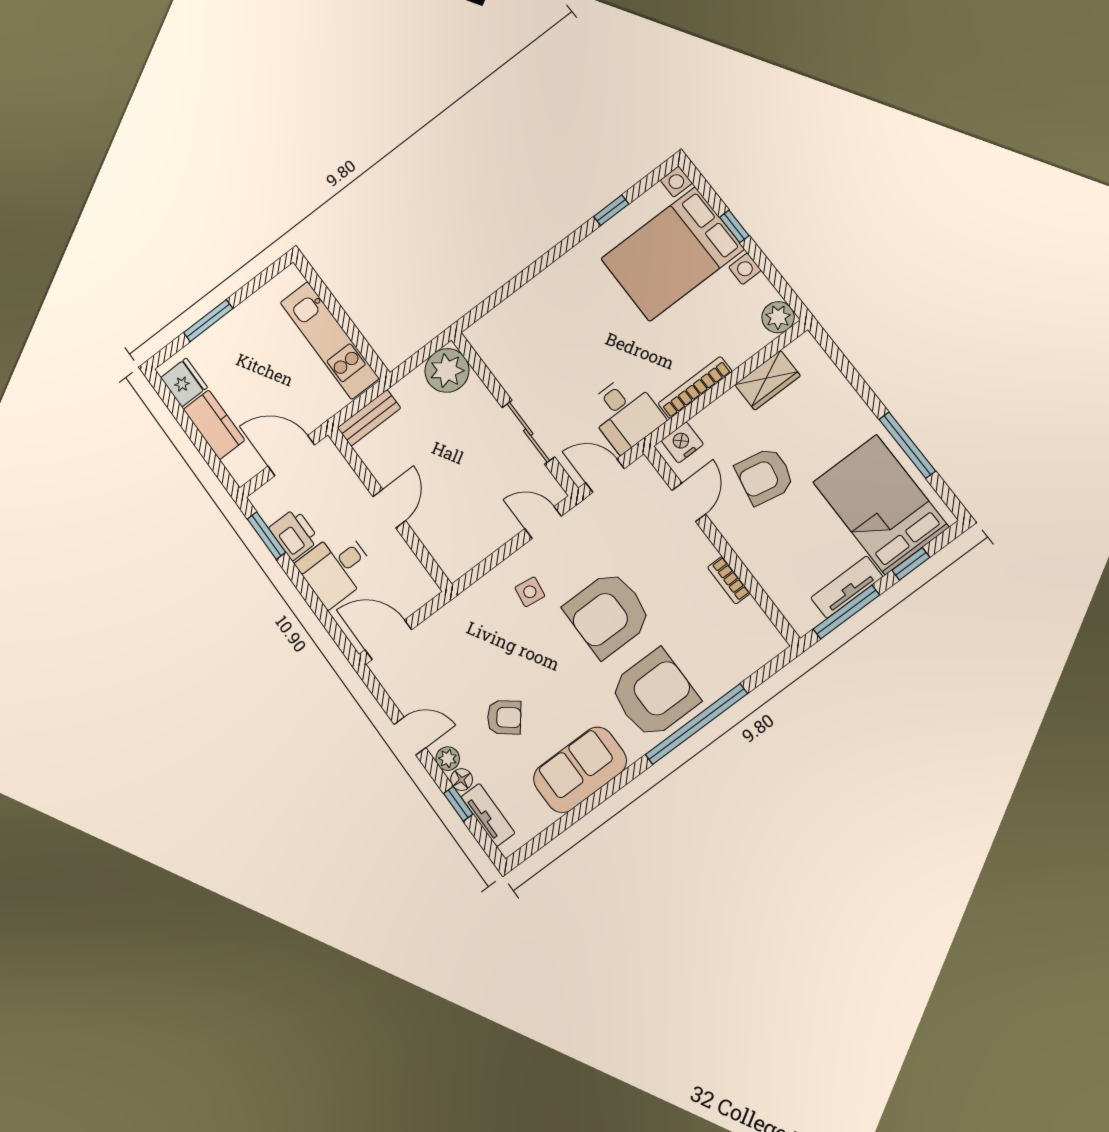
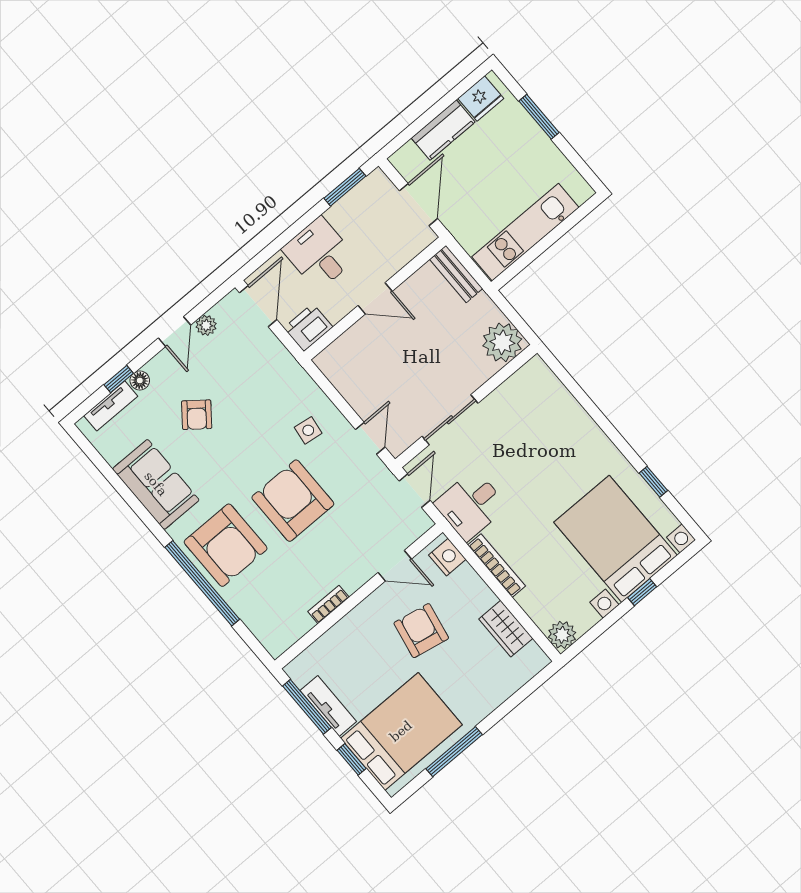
printer: (294, 534) -> (308, 327), moved, turned 180
plant: (448, 759) -> (206, 325), moved

